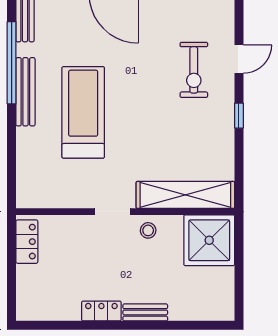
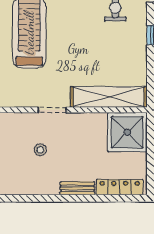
stool: (148, 230) -> (40, 150), moved
locker: (101, 311) -> (120, 187), moved, width x1.53

